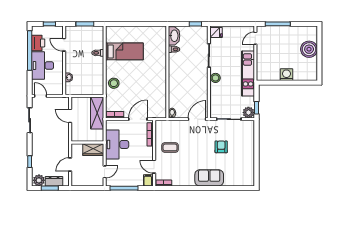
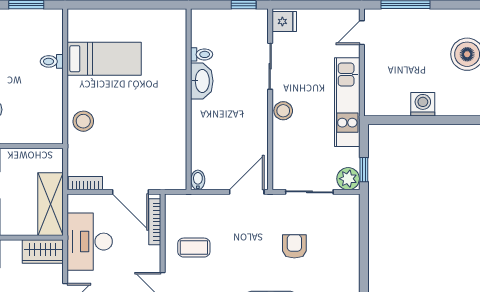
washbasin: (174, 36) -> (202, 81), moved
shelving: (97, 113) -> (50, 204), moved
door: (138, 119) -> (130, 192), swing flipped

